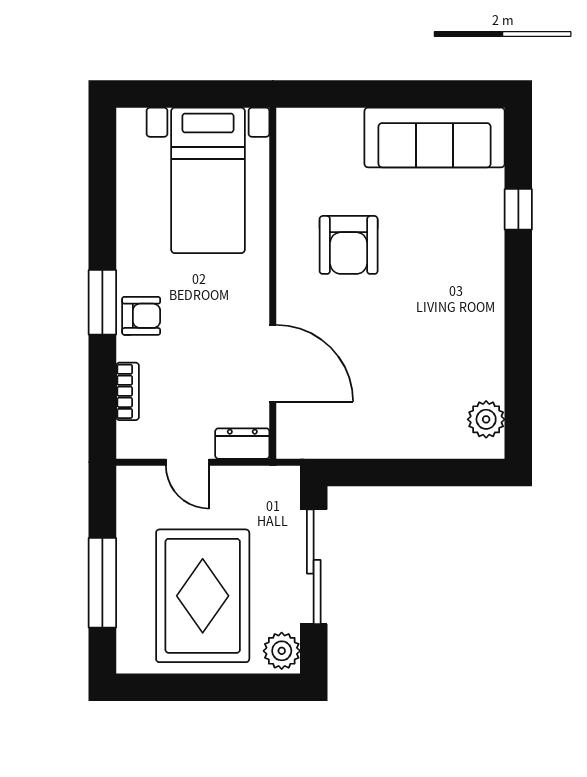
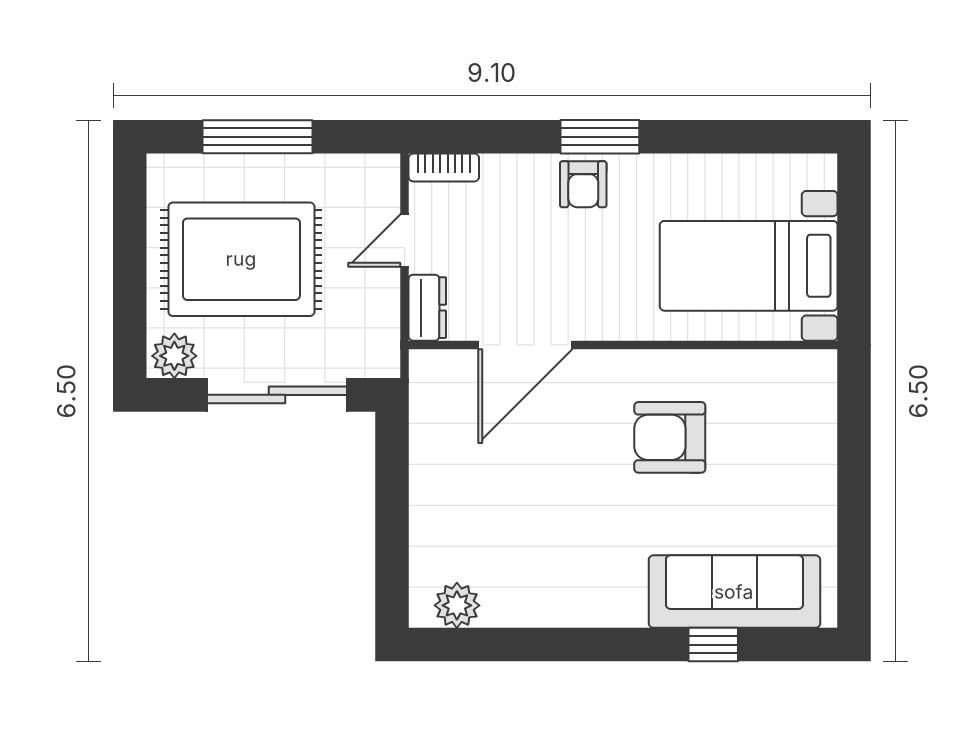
sofa: (435, 137) -> (734, 592), moved, turned 90
bookcase: (127, 391) -> (444, 167), moved

